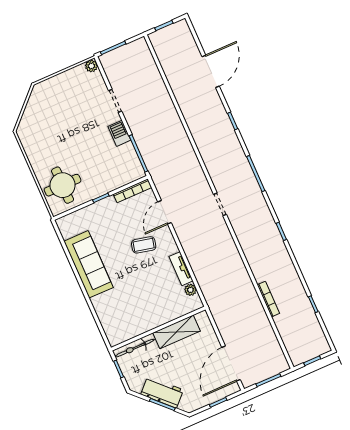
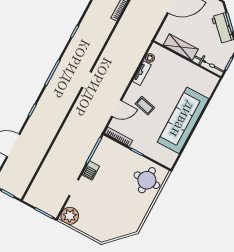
plant: (91, 66) -> (70, 216), width x1.87, depth x1.87
sofa: (89, 264) -> (183, 120), width x1.36, depth x1.27

